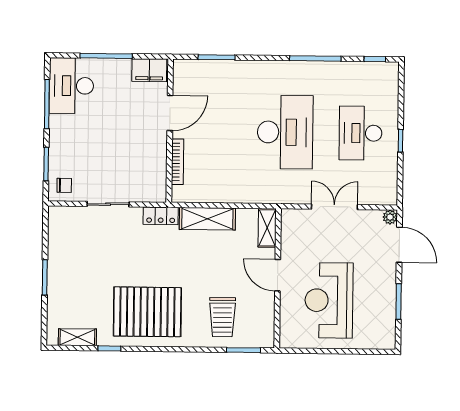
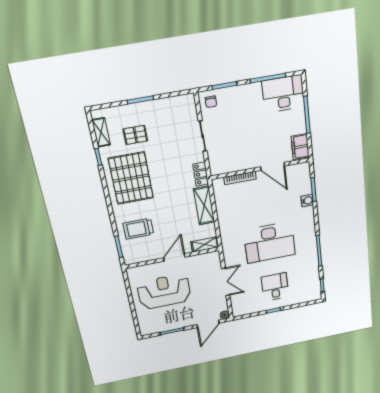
water cooler: (231, 68) -> (307, 201), added
desk: (361, 133) -> (275, 287), width x0.73
pallet: (89, 294) -> (135, 135), added

